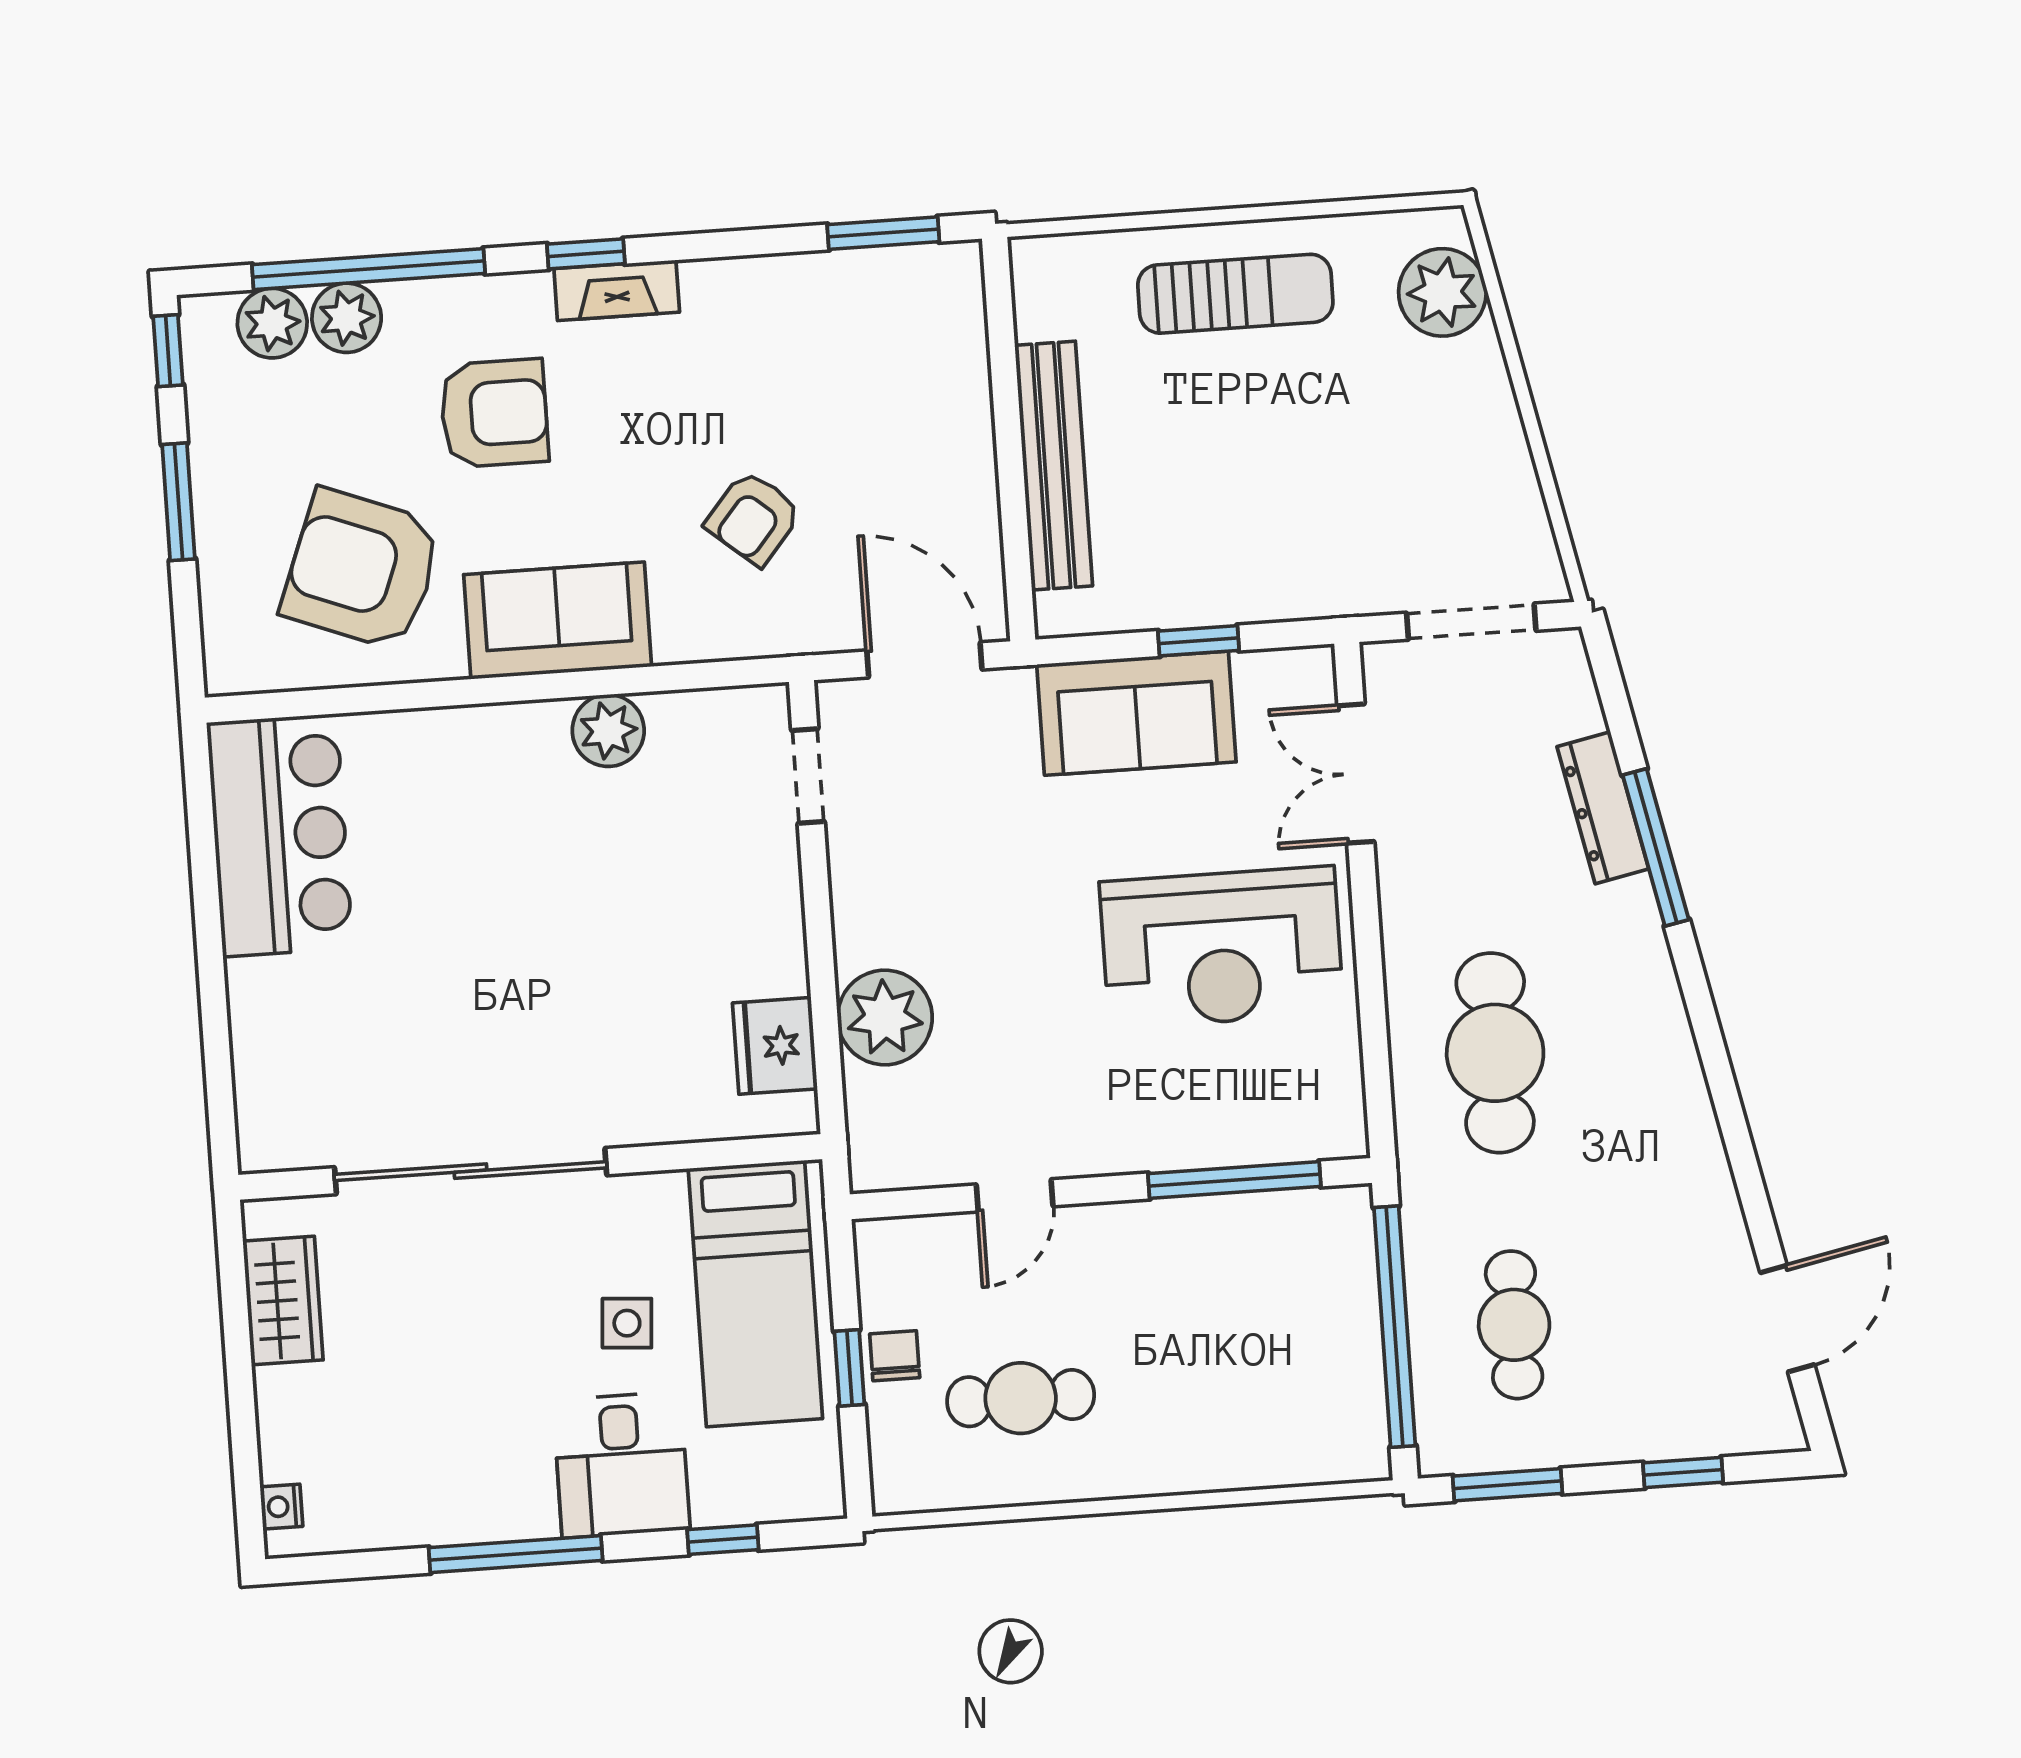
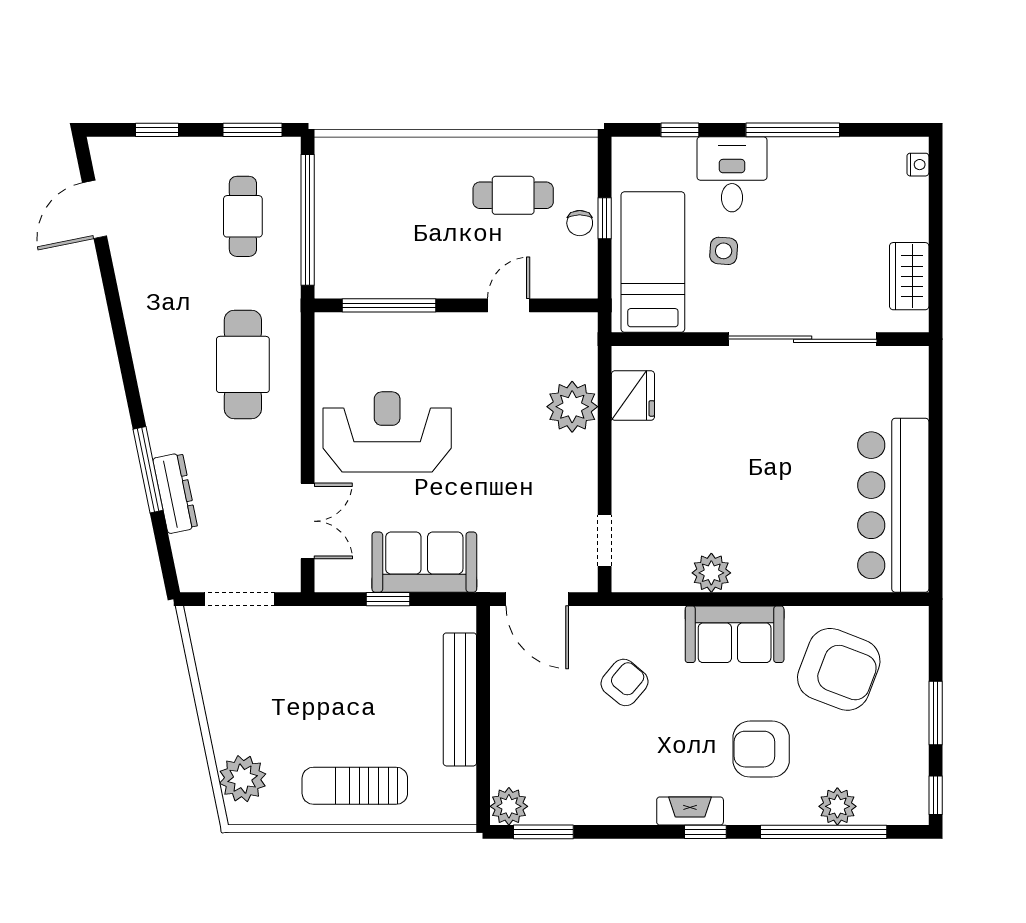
plant: (272, 323) -> (509, 806), moved
bar counter: (280, 835) -> (893, 505), width x1.36

